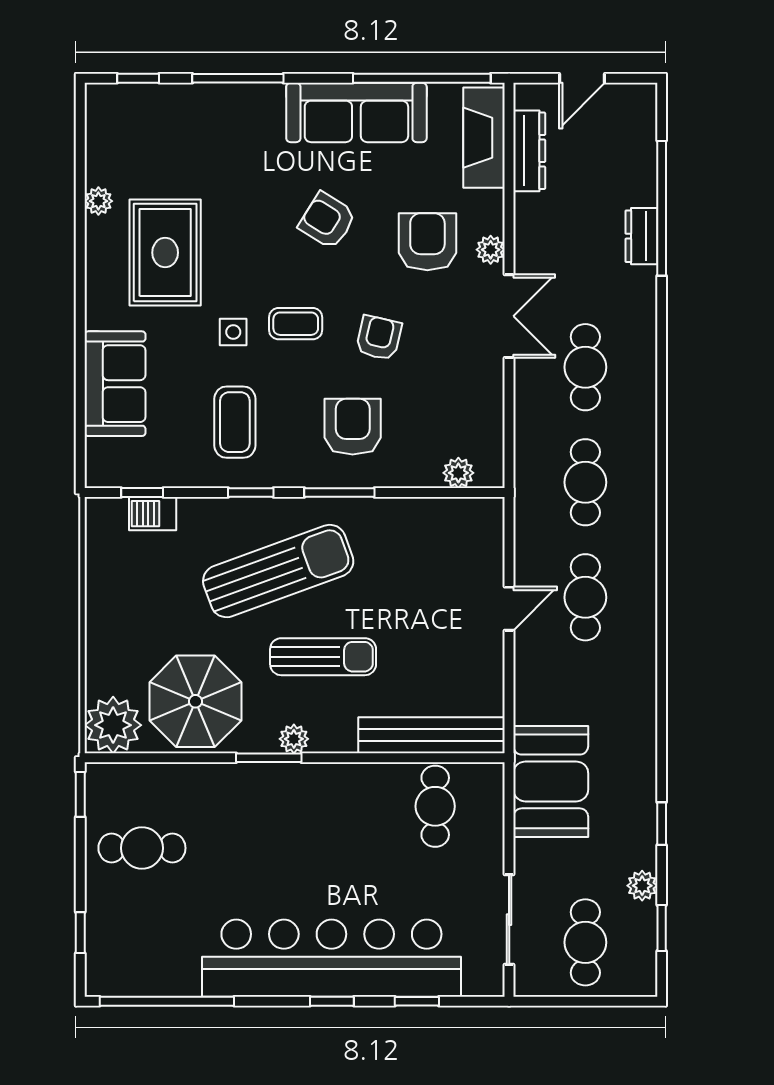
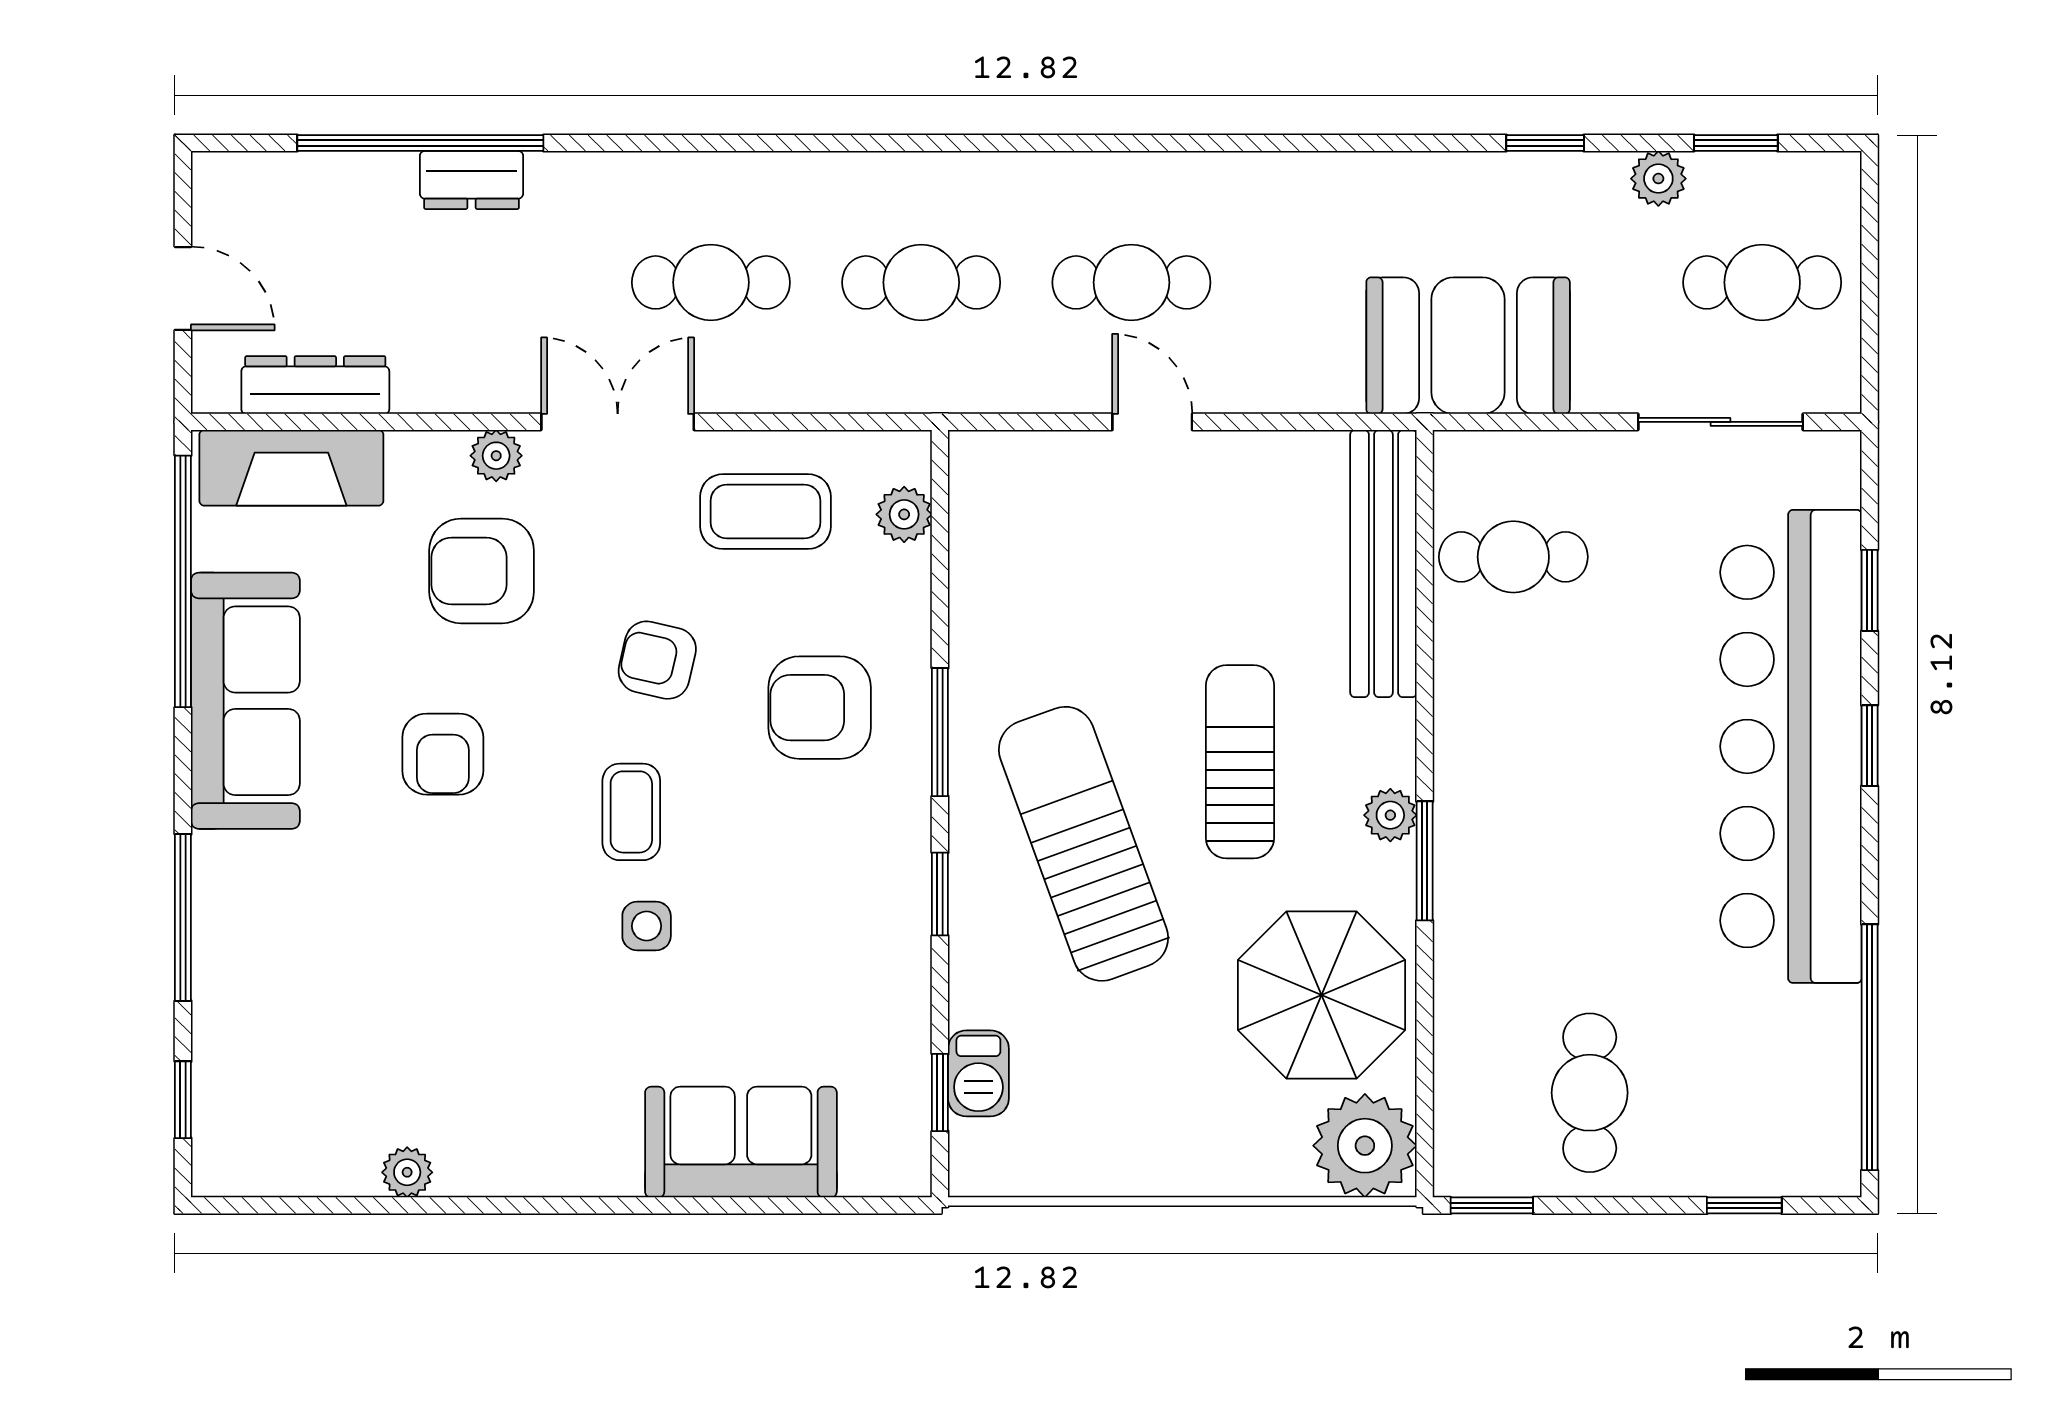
armchair: (327, 221) -> (443, 754), turned -32
rug: (165, 253) -> (501, 1050), removed
coffee table: (235, 422) -> (765, 512), moved

